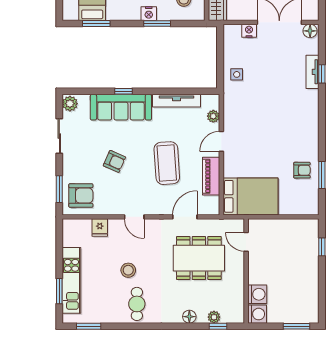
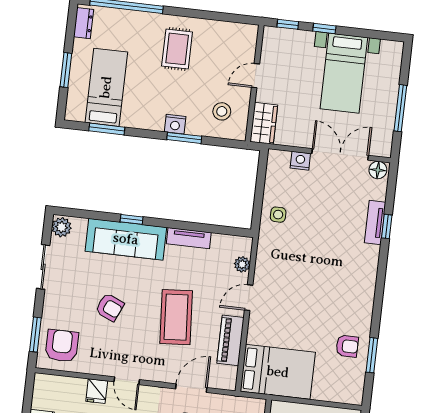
tv unit: (176, 101) -> (189, 238), width x0.71
armchair: (81, 196) -> (62, 346), turned -90
fridge: (100, 228) -> (97, 391), moved

